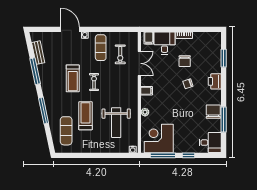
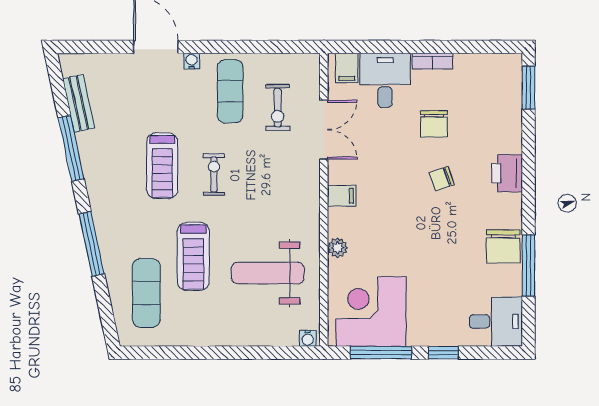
window: (224, 58) -> (528, 87), moved
chair: (213, 112) -> (503, 246), turned 180
treadmill: (86, 116) -> (193, 256), turned 180
weight bench: (116, 123) -> (268, 273), turned 90

